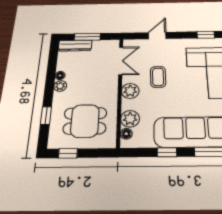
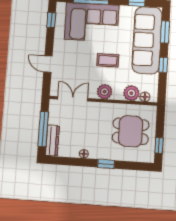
window: (87, 37) -> (43, 129), width x1.44
coffee table: (158, 77) -> (108, 60), moved
plant: (60, 86) -> (95, 153), removed
window: (46, 116) -> (106, 164), moved
dining table: (85, 121) -> (131, 131), turned 90

